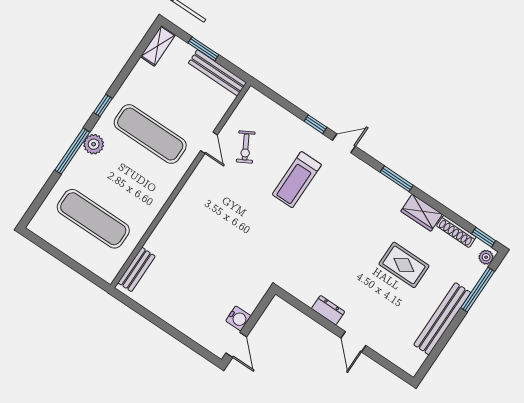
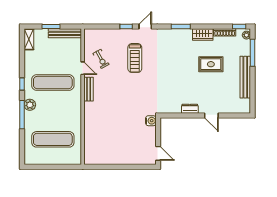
bench: (137, 269) -> (89, 89), moved
water cooler: (238, 318) -> (151, 121), moved

